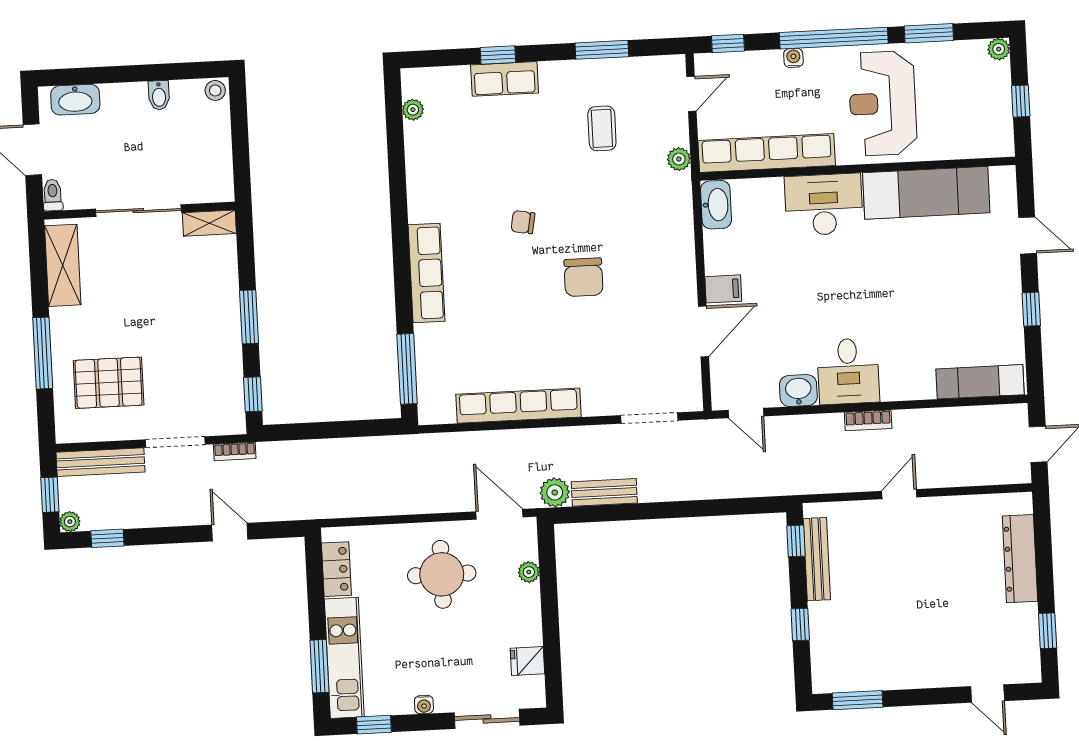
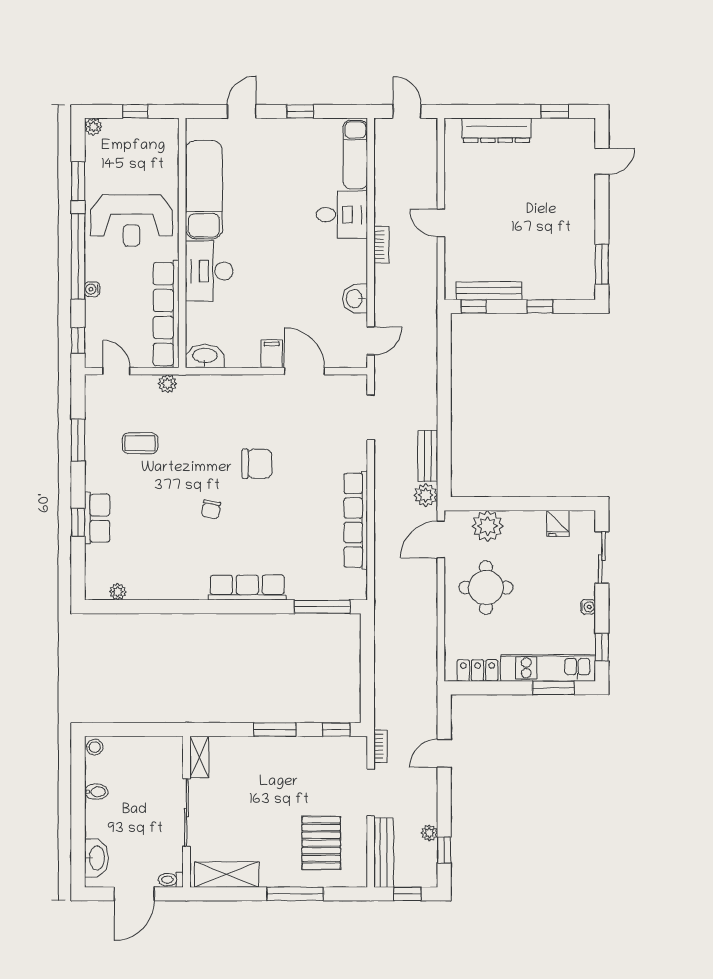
desk: (848, 371) -> (342, 215), moved
plant: (70, 522) -> (429, 833), moved
plant: (529, 572) -> (488, 526), width x1.88, depth x1.88

